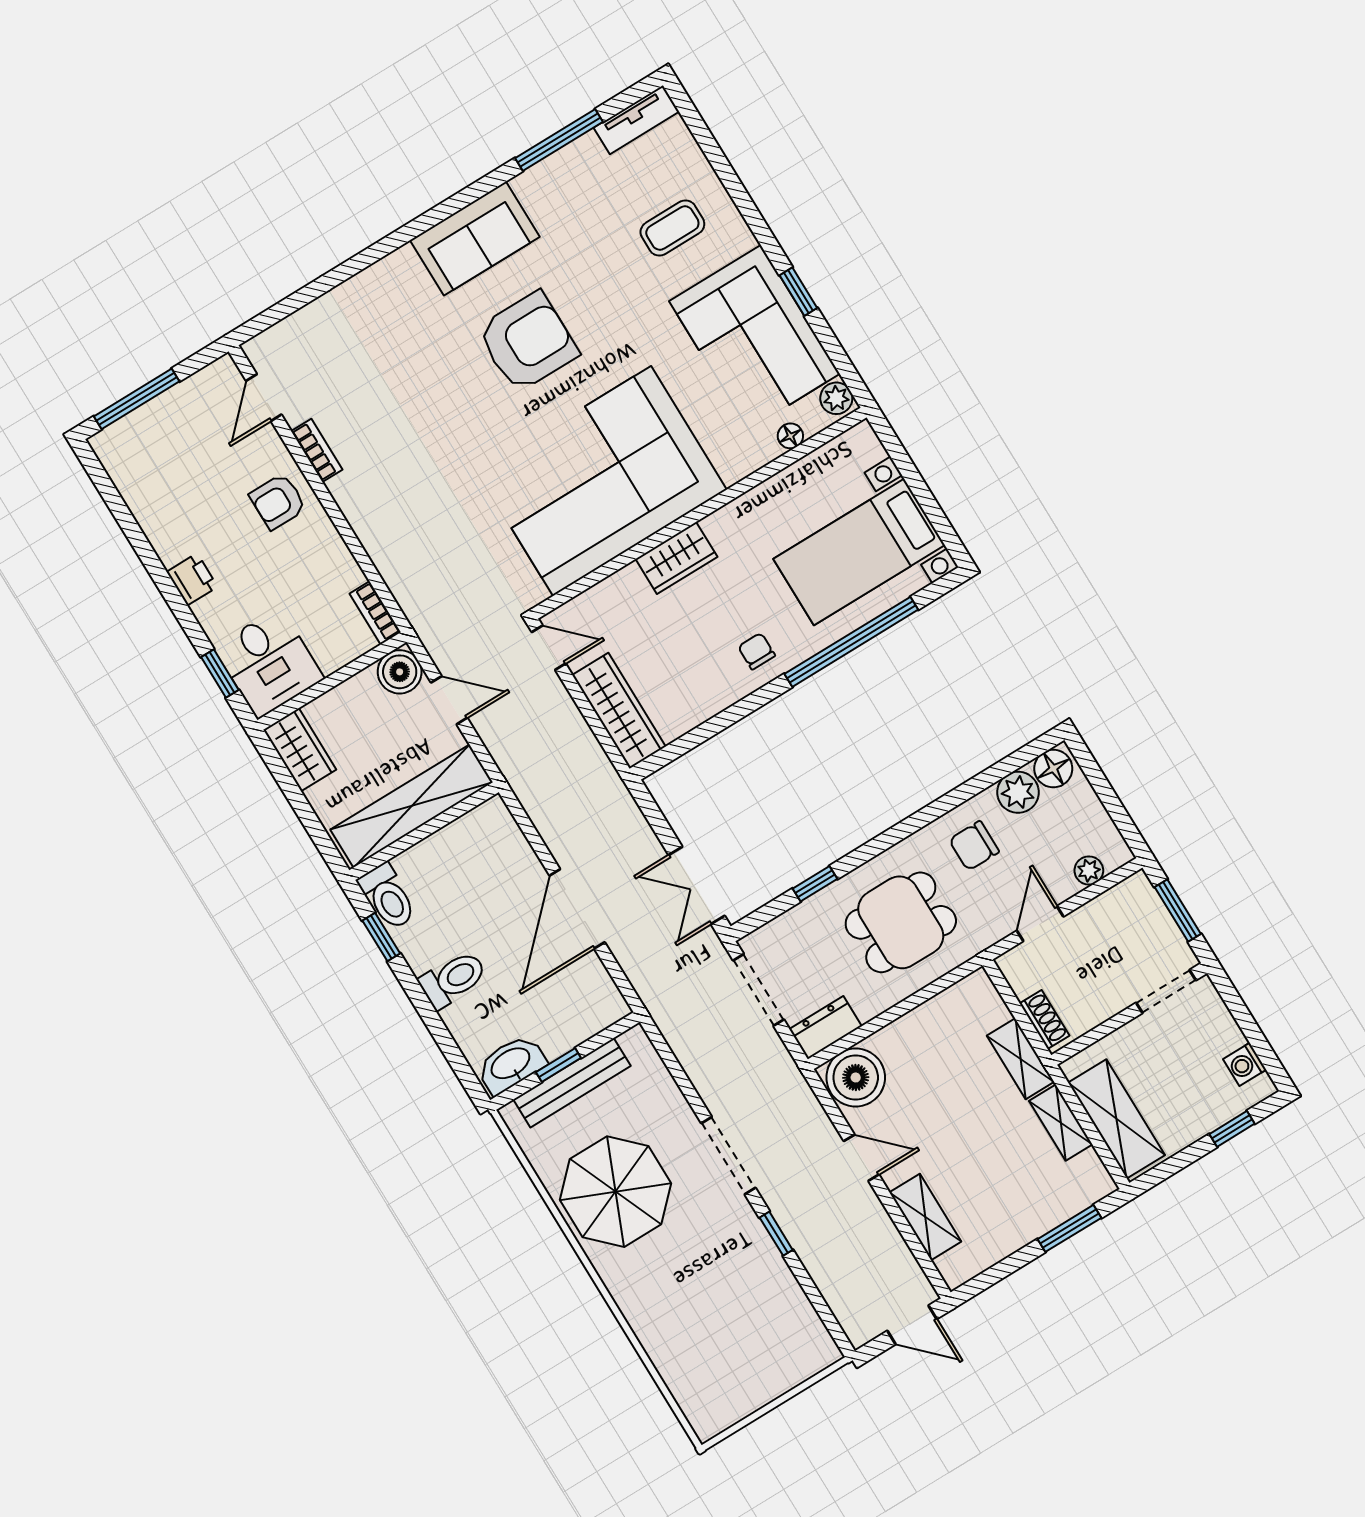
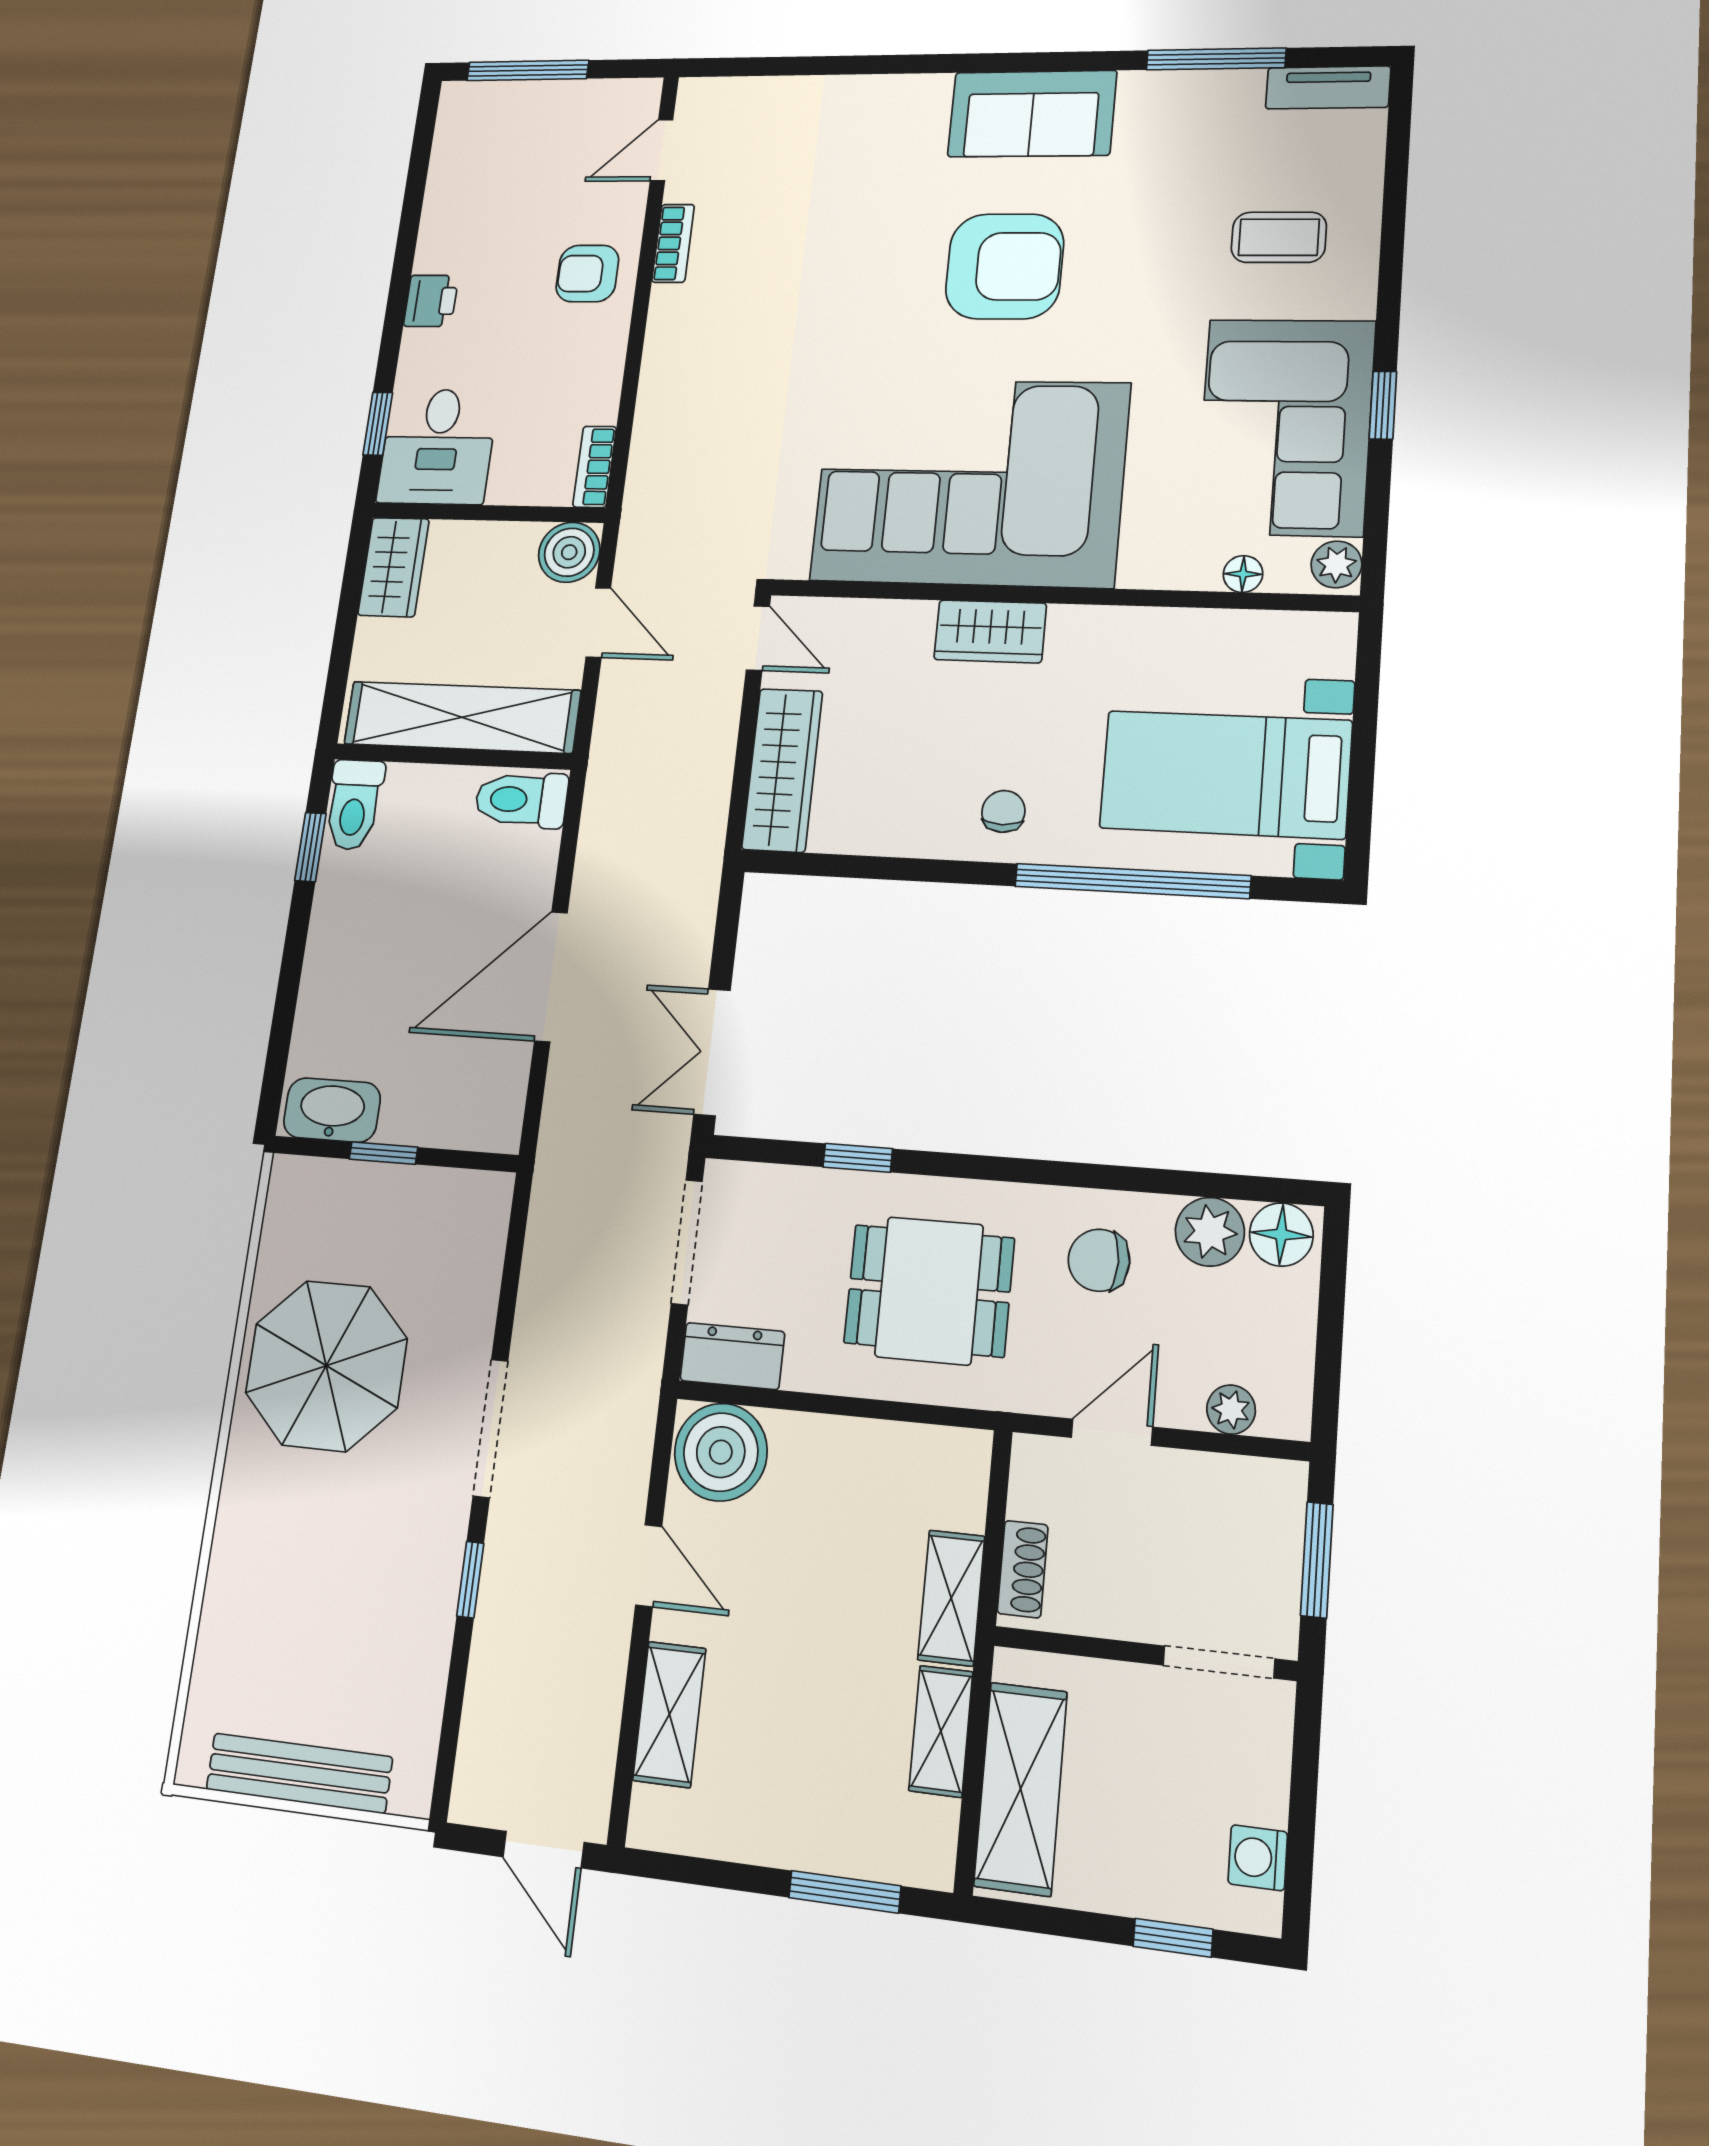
toilet: (453, 979) -> (521, 800), moved, turned 180
bench: (572, 1083) -> (299, 1773), moved

